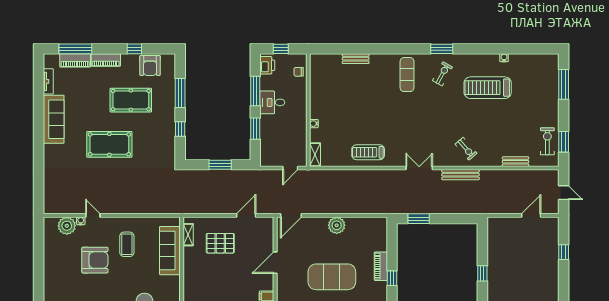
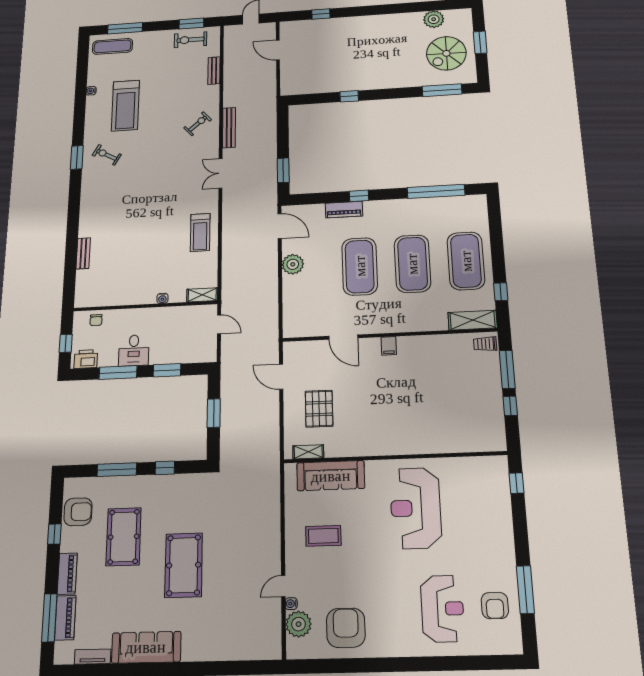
exercise mat: (407, 75) -> (113, 46), moved
door: (291, 215) -> (280, 226), moved
armchair: (95, 260) -> (346, 628), moved

